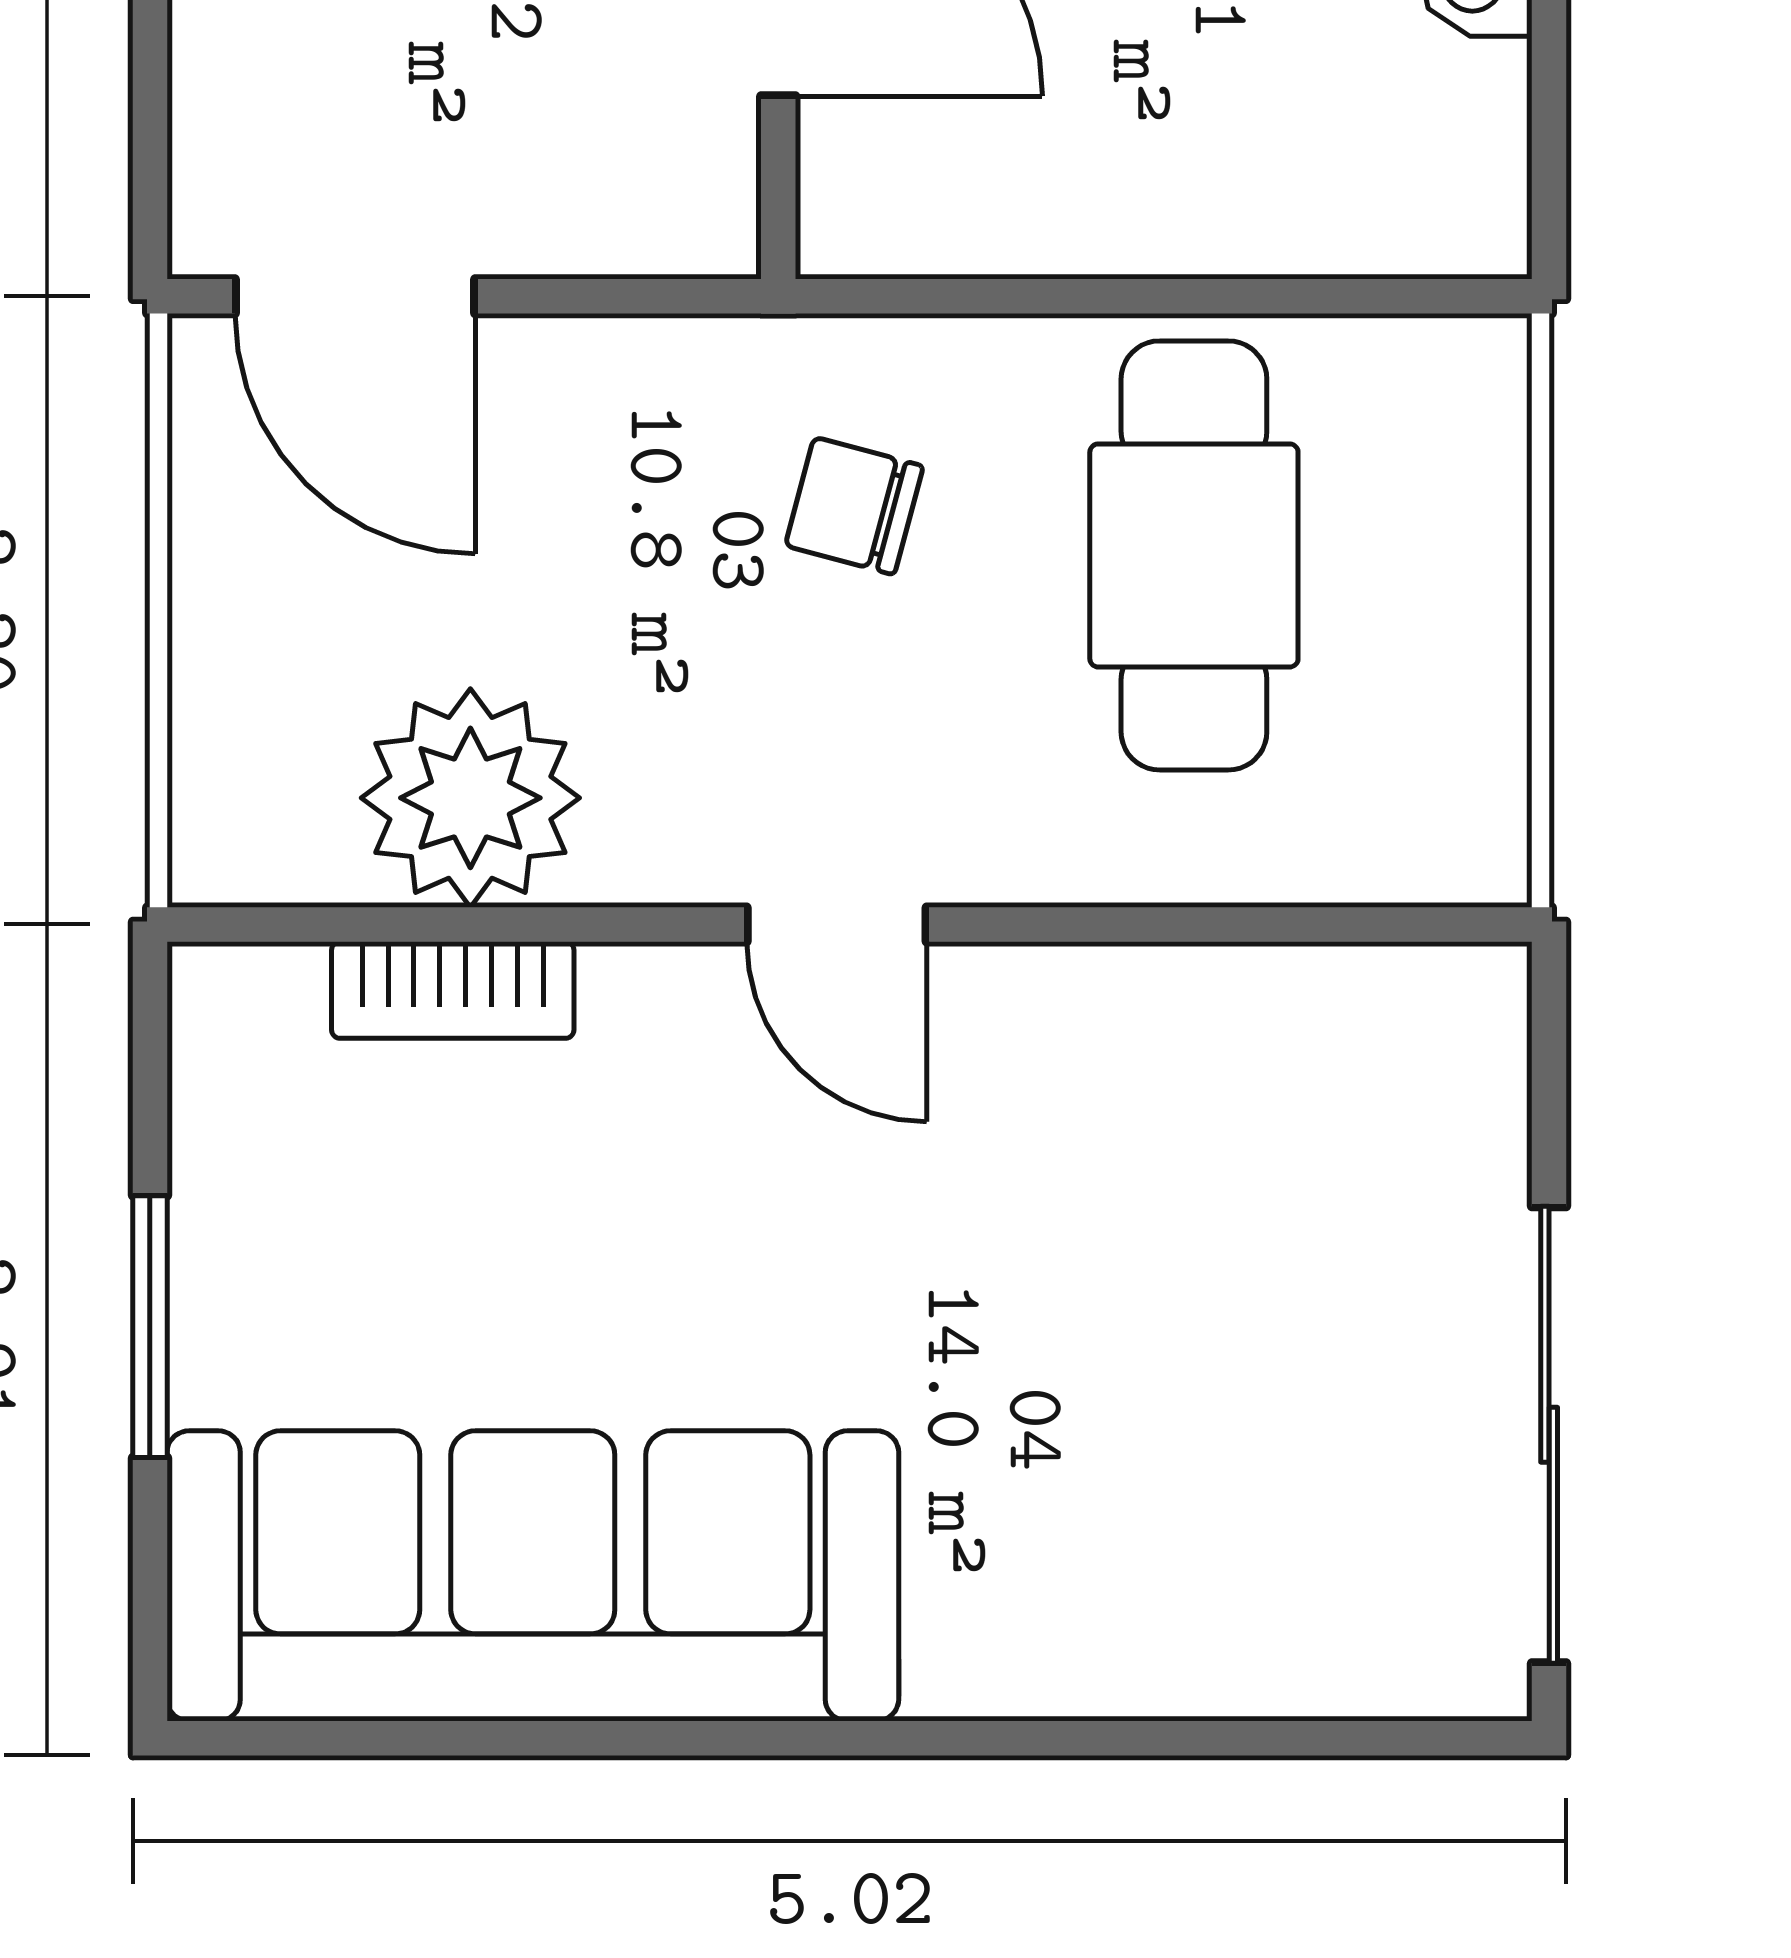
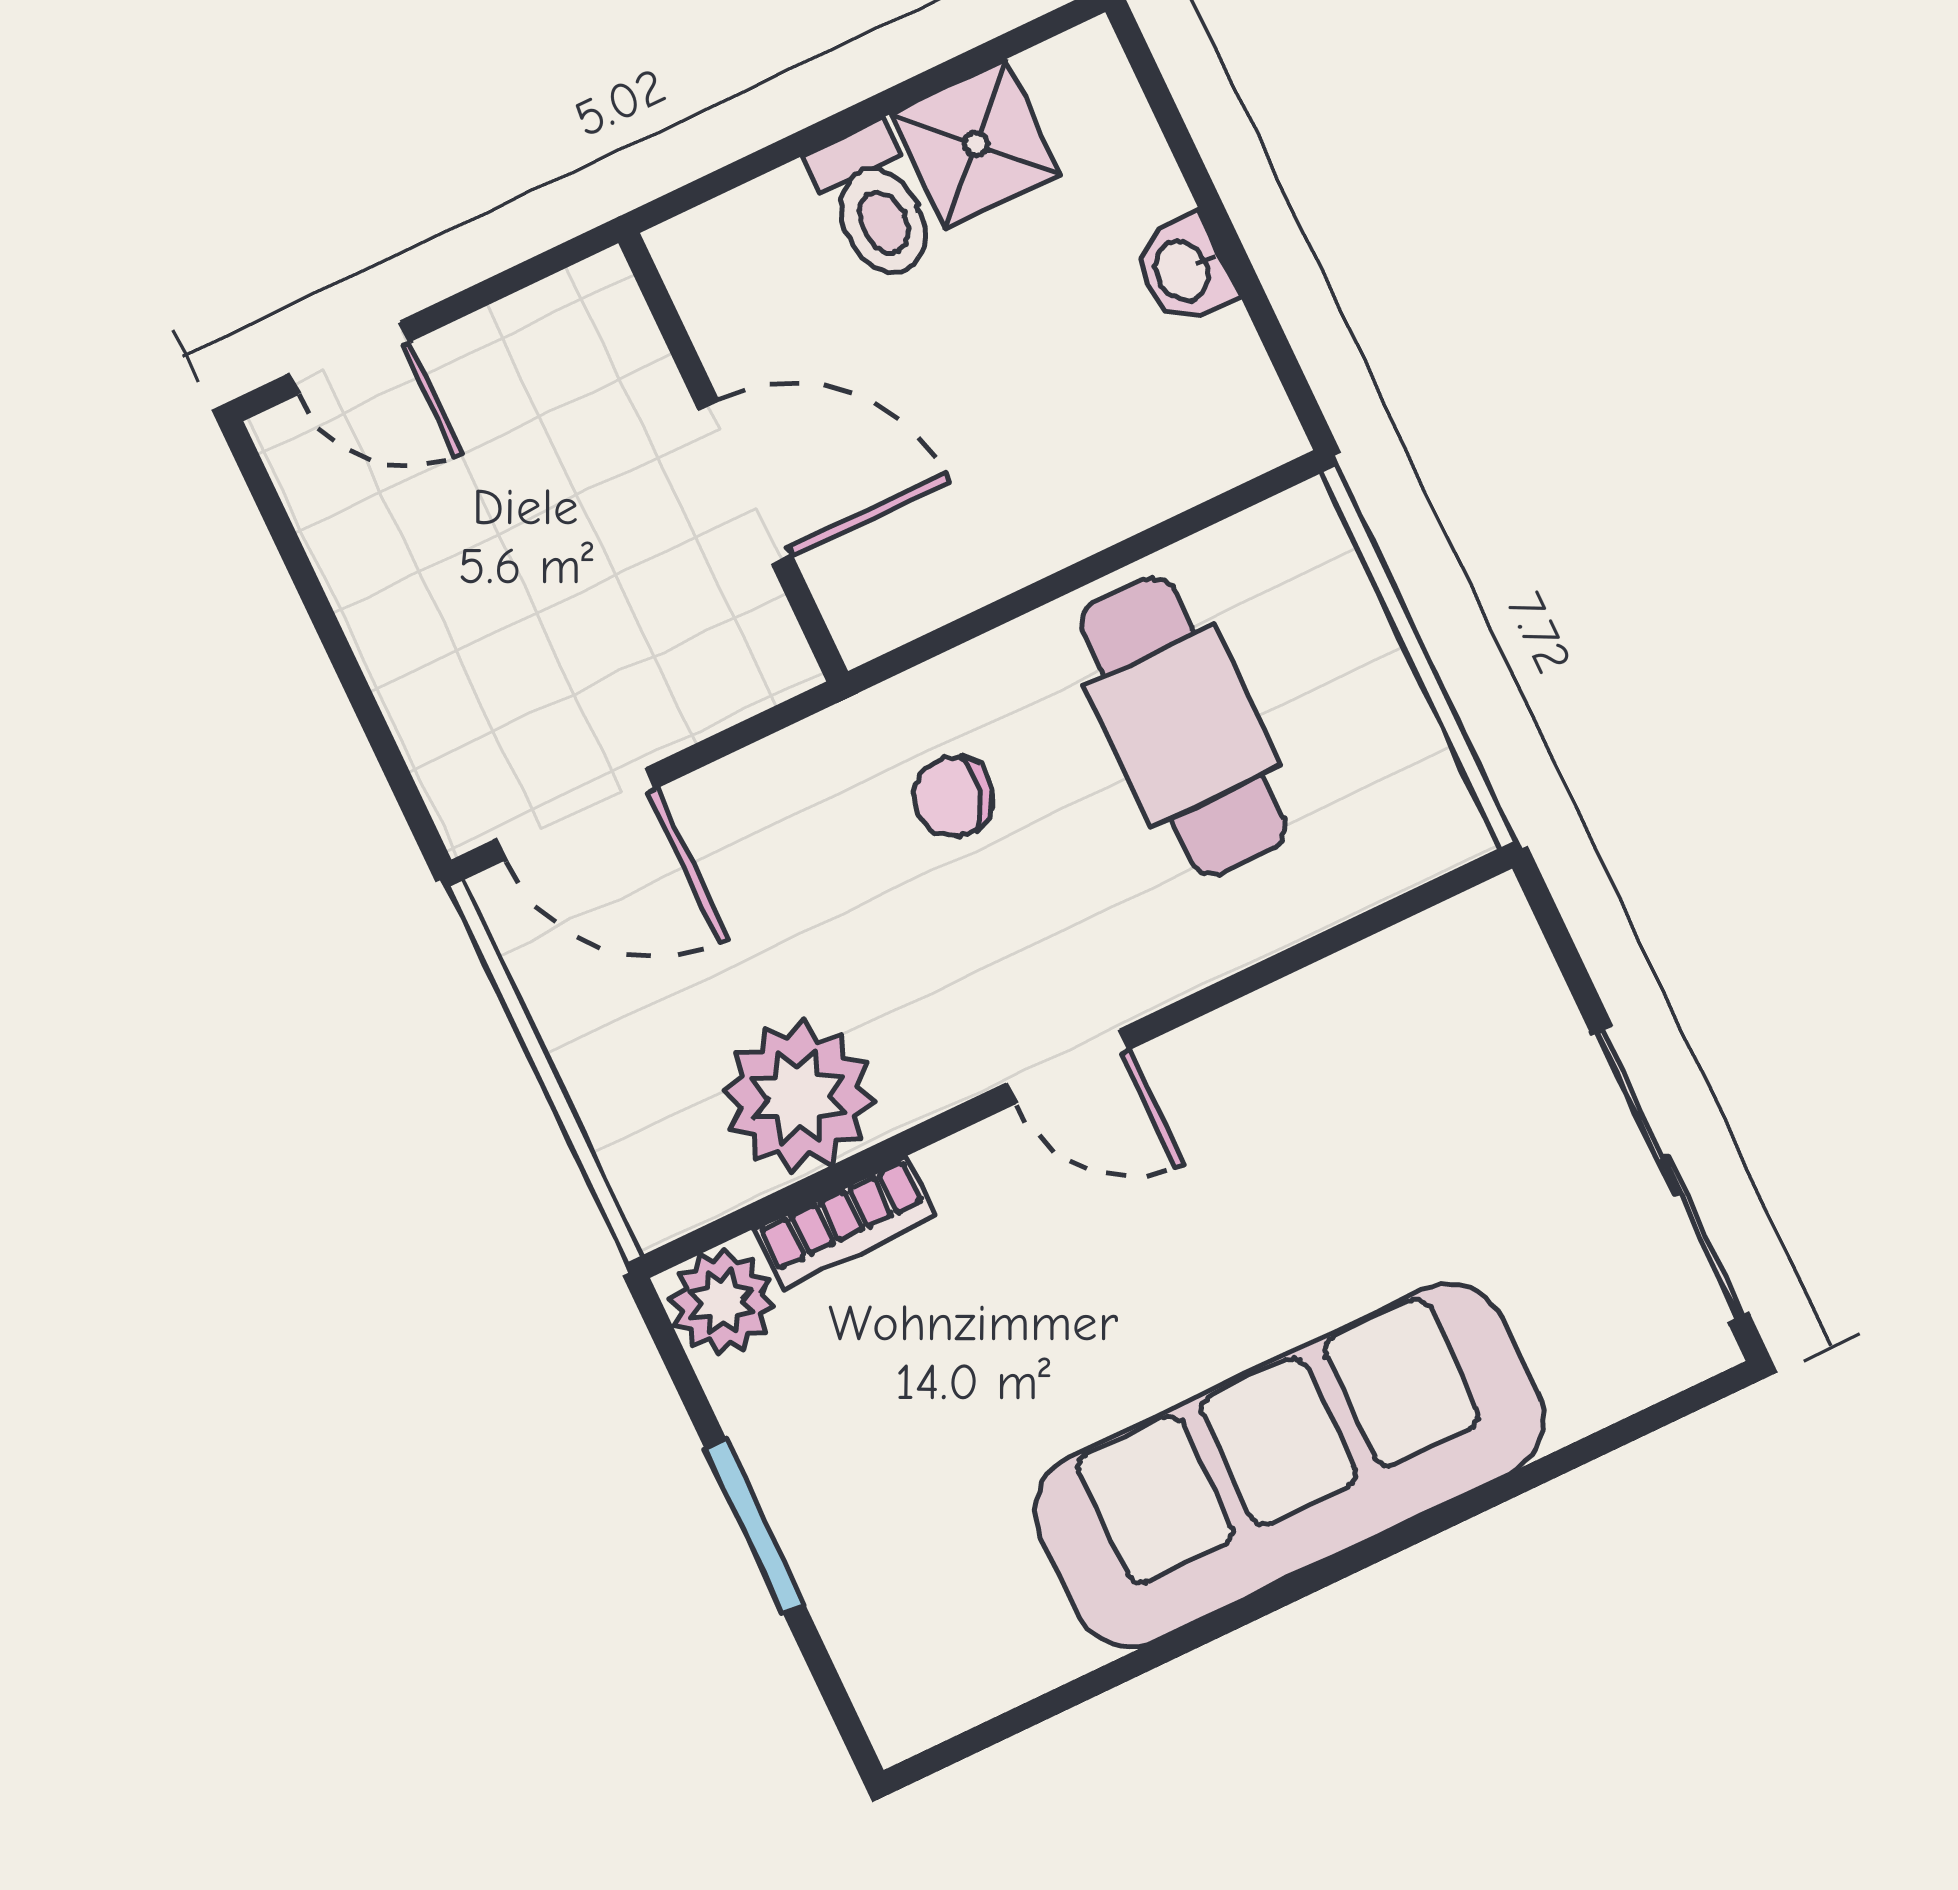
plant: (245, 1017) -> (722, 1302), added
sofa: (533, 1576) -> (1290, 1465), moved

